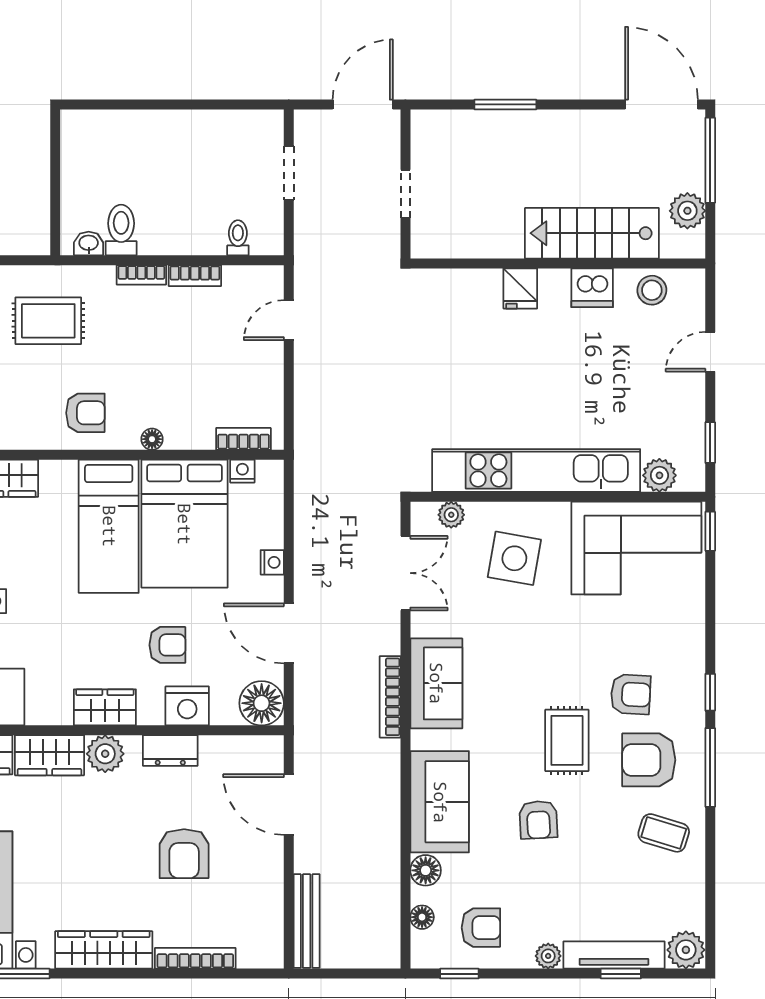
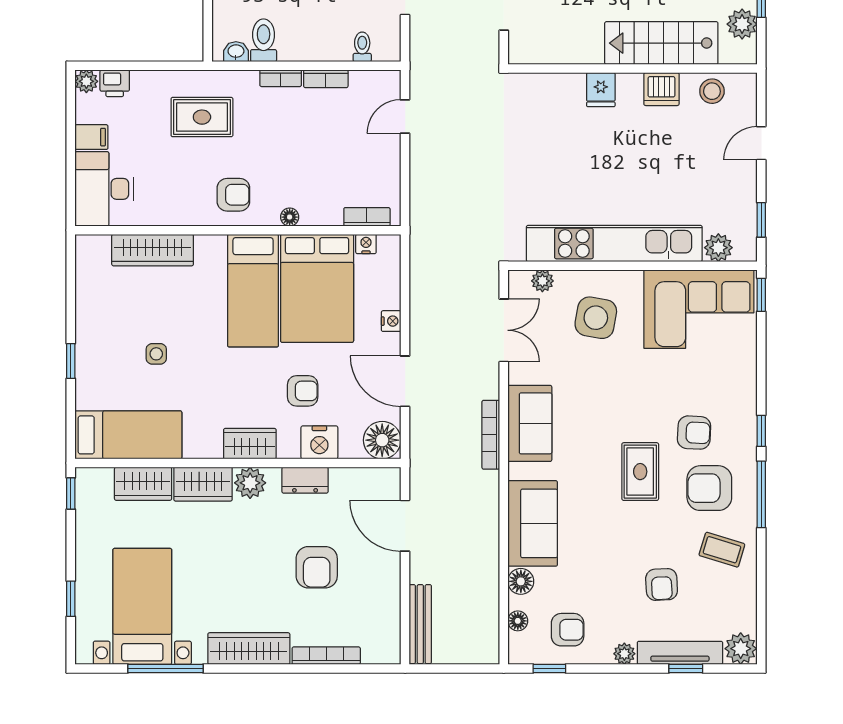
armchair: (538, 820) -> (662, 584), moved

